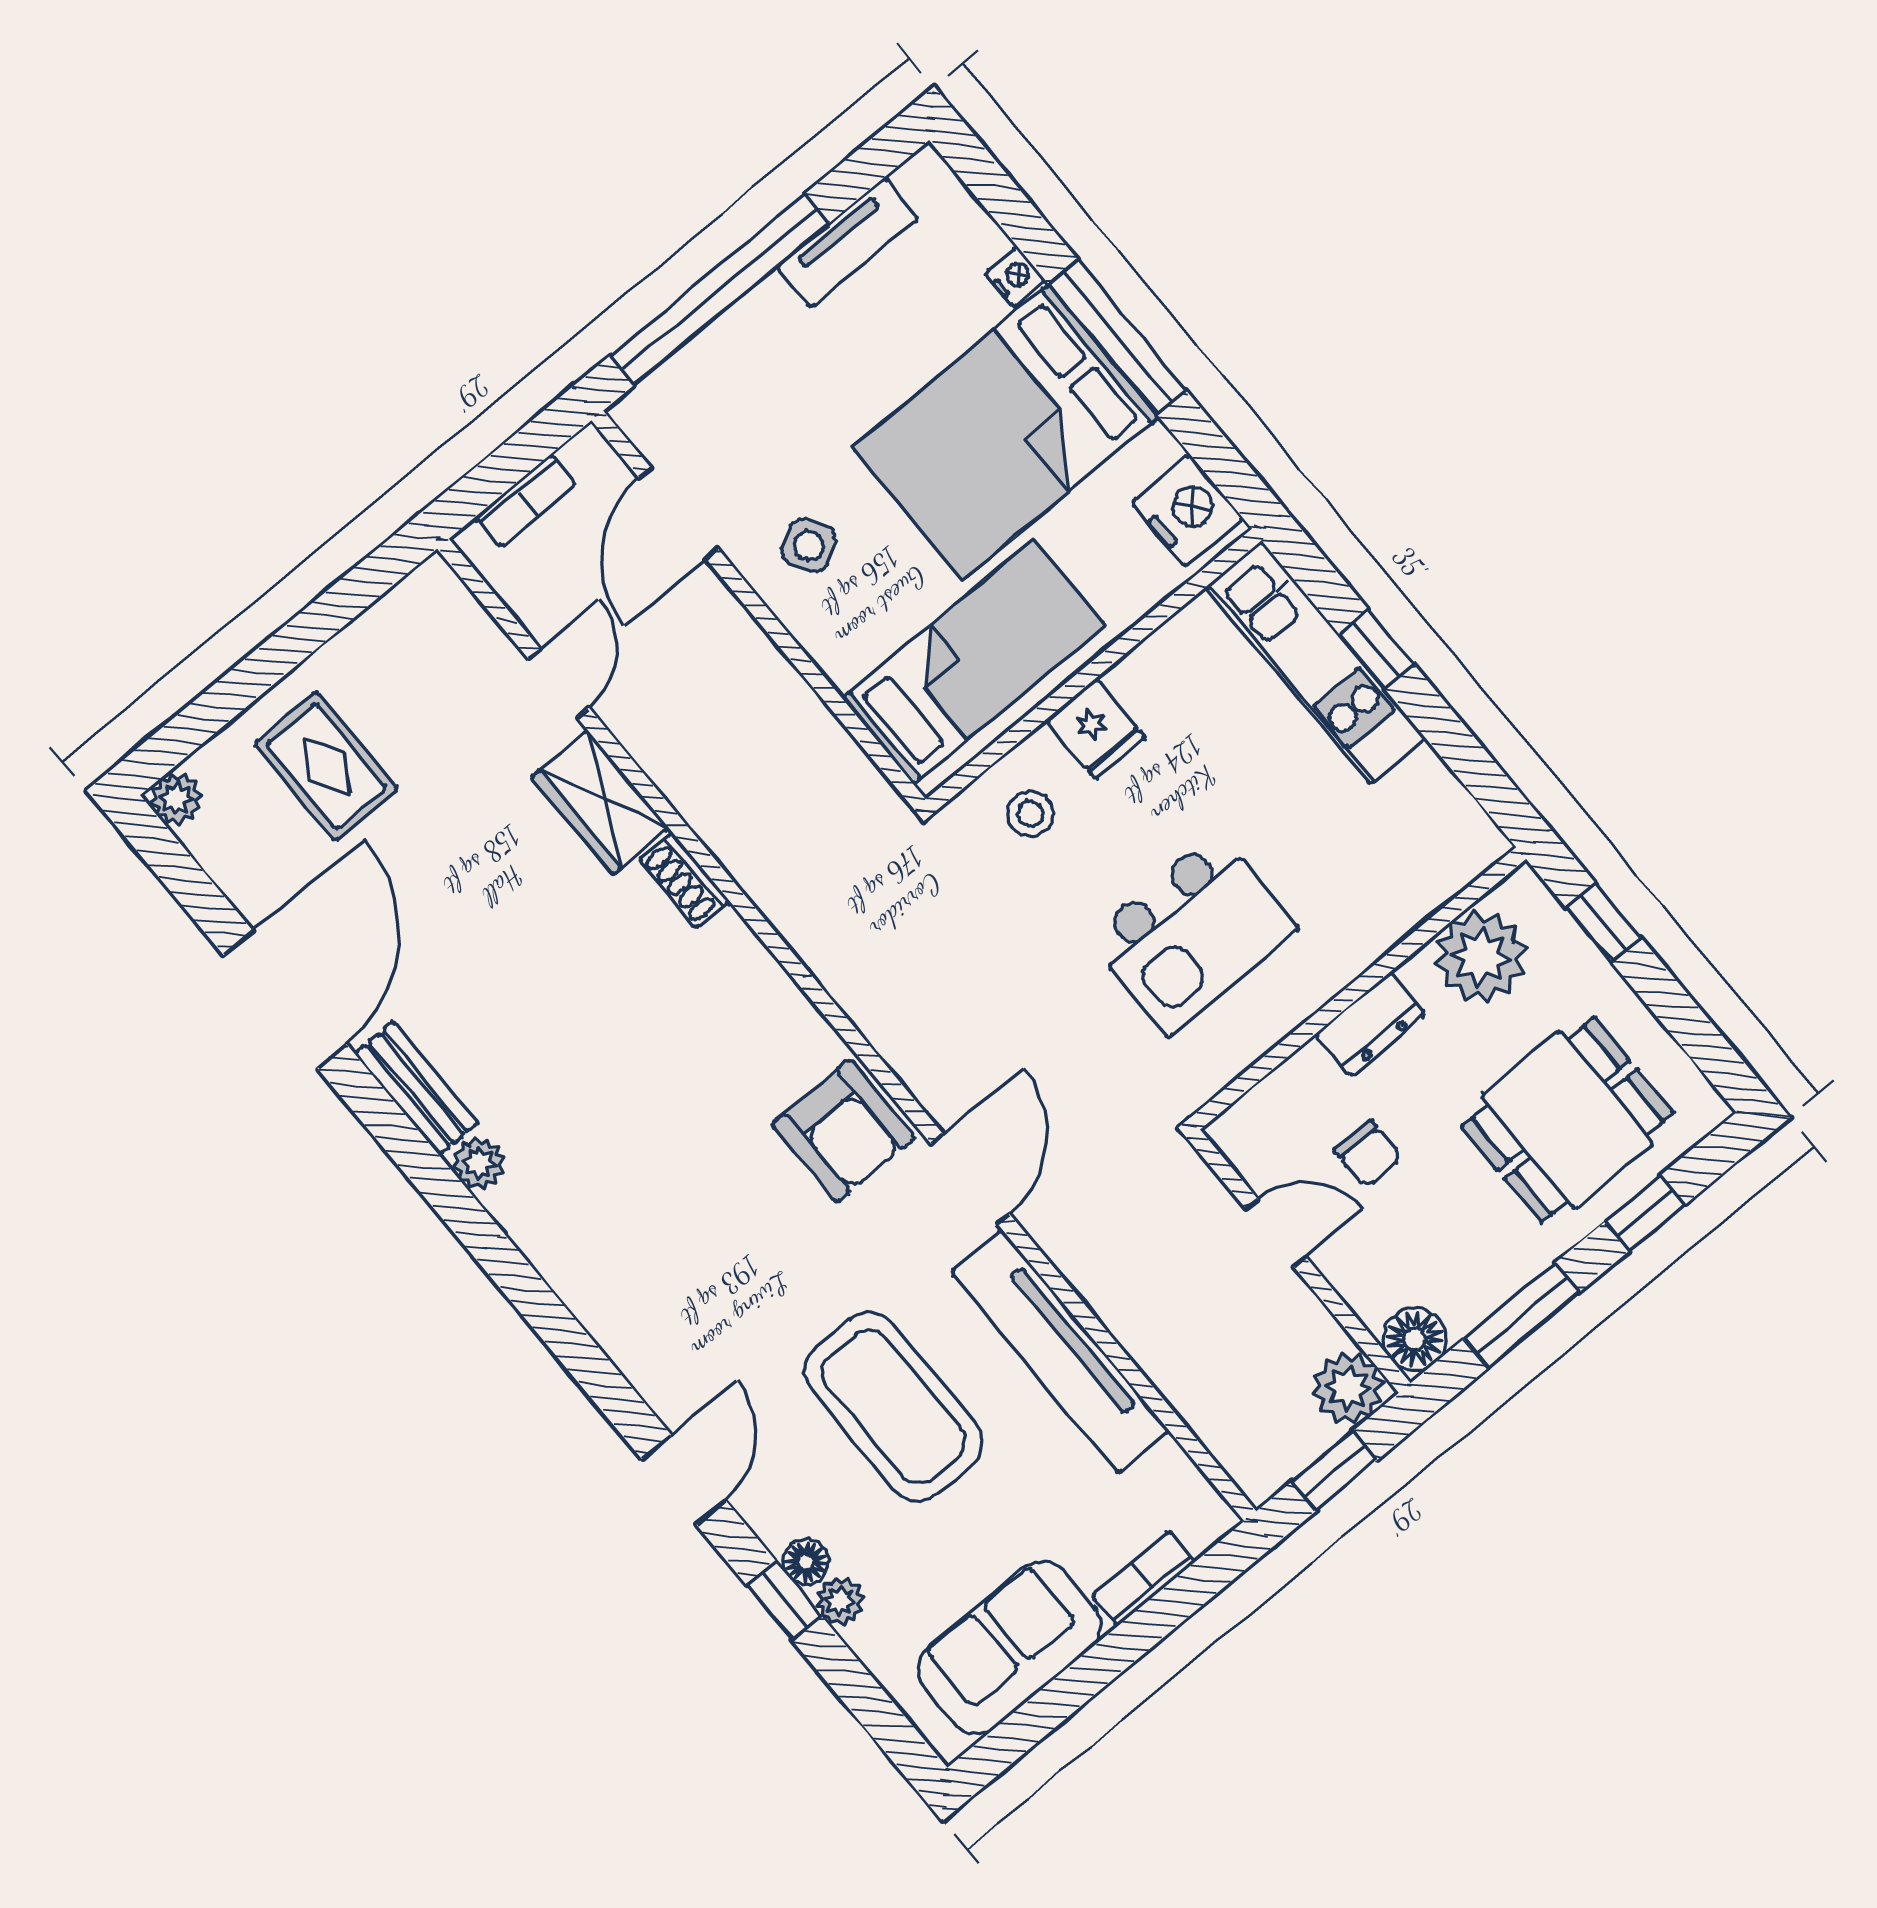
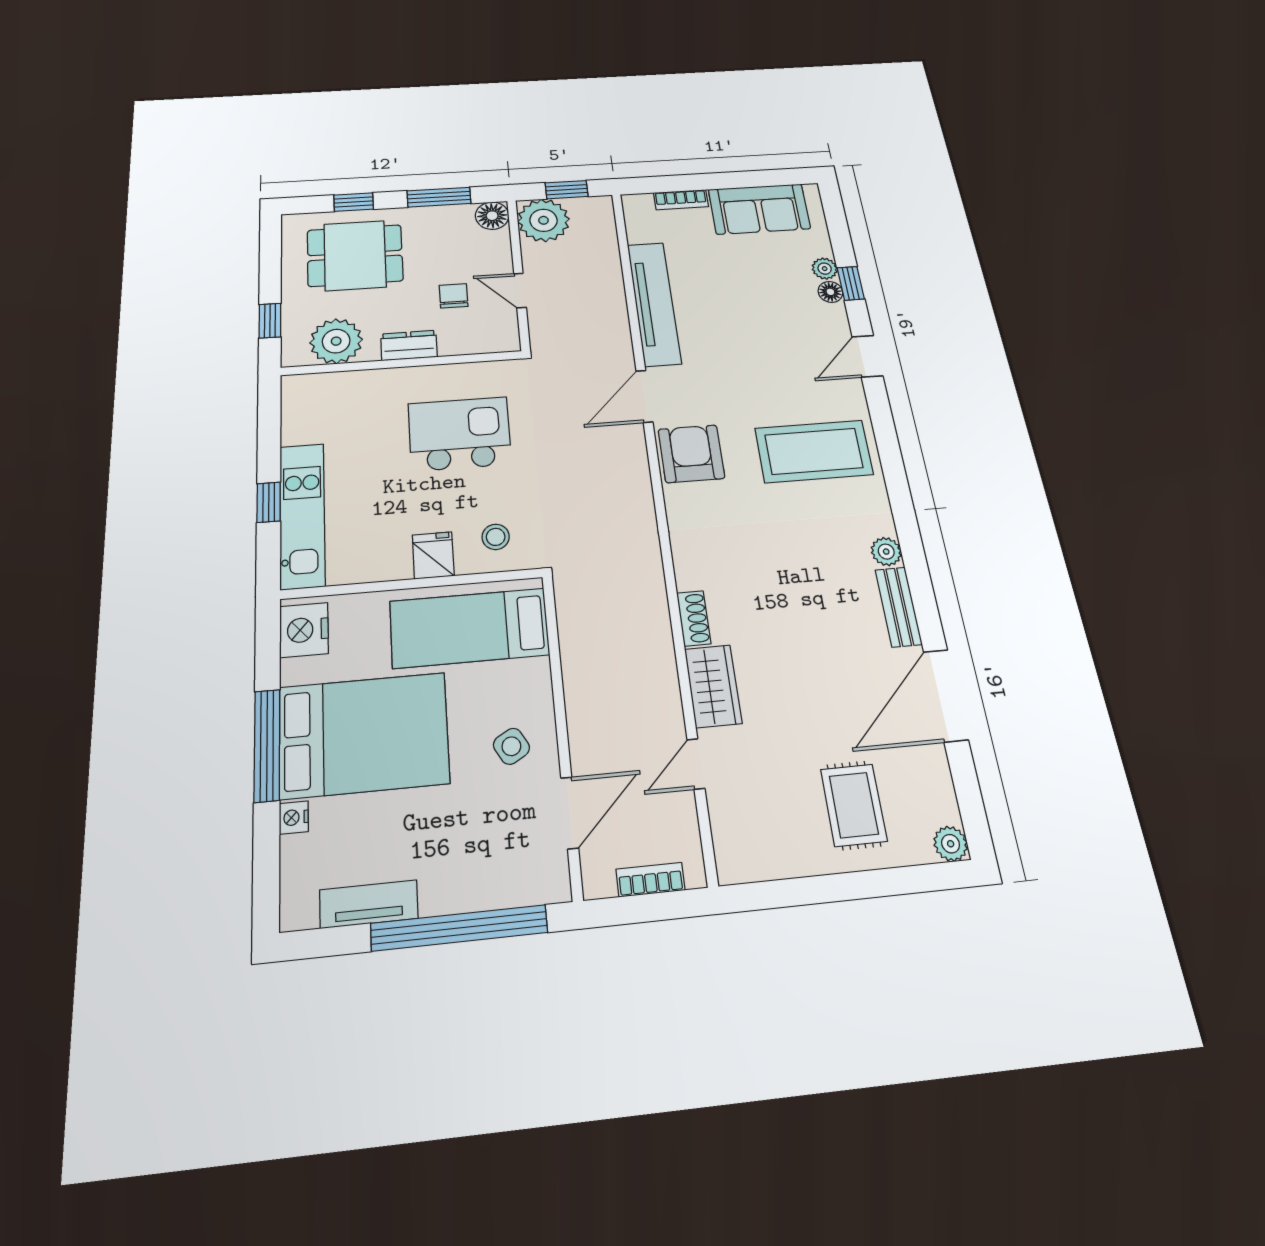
plant: (1348, 1388) -> (544, 220), width x1.36, depth x1.36
coffee table: (893, 1407) -> (814, 451), moved, turned 90

